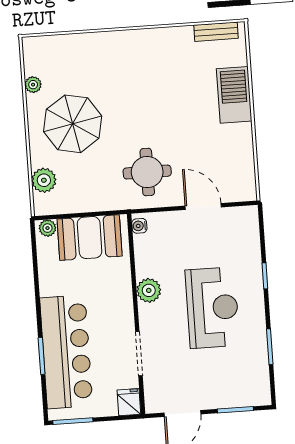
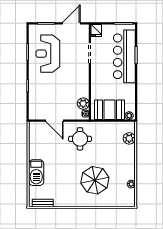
parasol: (73, 124) -> (95, 180), moved
plant: (149, 290) -> (83, 104), moved
reception desk: (212, 308) -> (48, 54), moved

